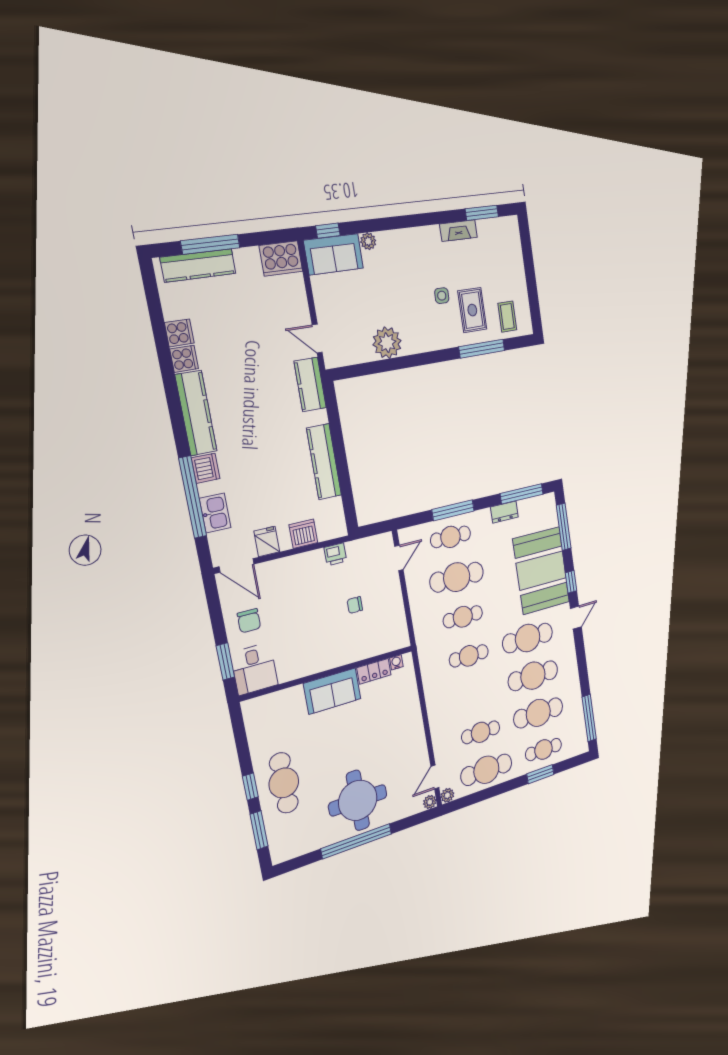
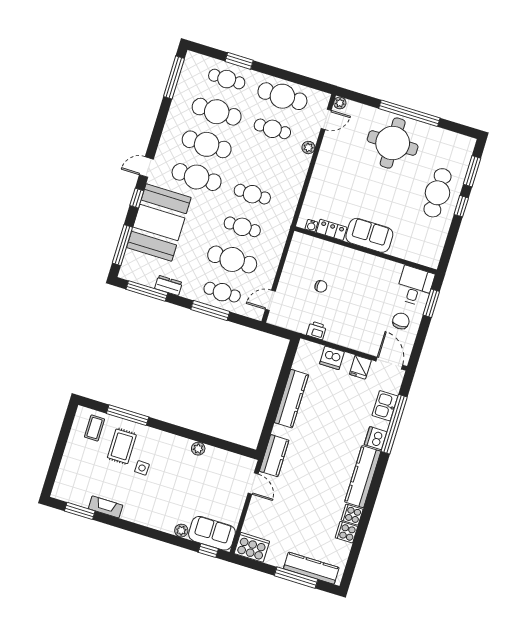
plant: (387, 343) -> (198, 449), width x0.53, depth x0.53
plant: (447, 795) -> (308, 148), moved

